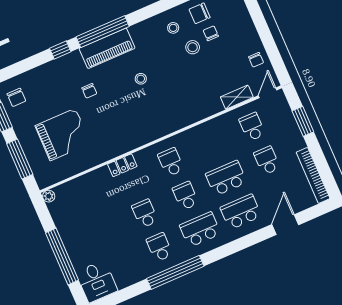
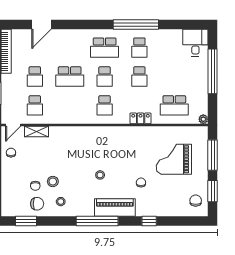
window: (103, 32) -> (97, 221), moved
school desk: (241, 212) -> (174, 105), moved

